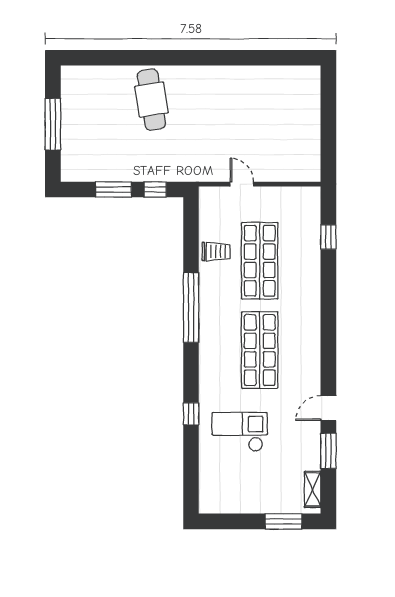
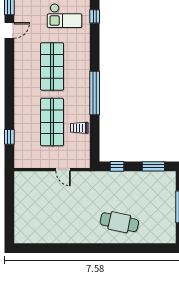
cafe table: (151, 100) -> (119, 222), turned -69
window: (114, 189) -> (153, 166), moved
window: (191, 414) -> (95, 16), moved

